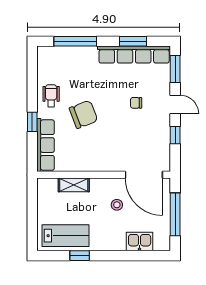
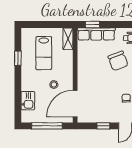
window: (32, 122) -> (93, 25), moved
shelving: (74, 185) -> (68, 39), moved
lab bench: (66, 236) -> (44, 53), moved

